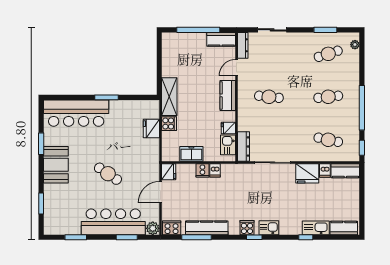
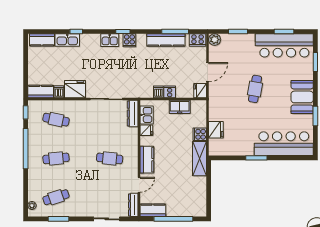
cafe table: (108, 174) -> (255, 89), turned 66
bar counter: (113, 222) -> (284, 45), moved

